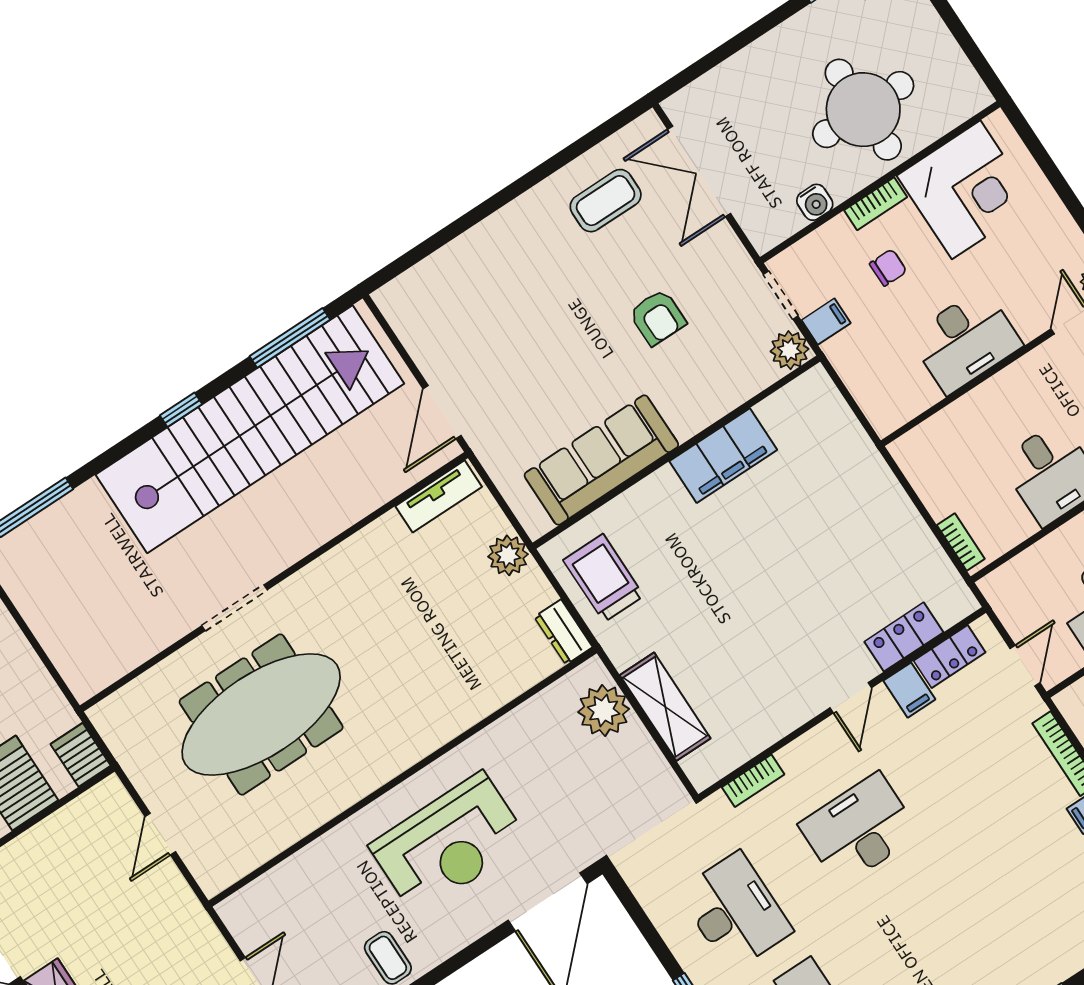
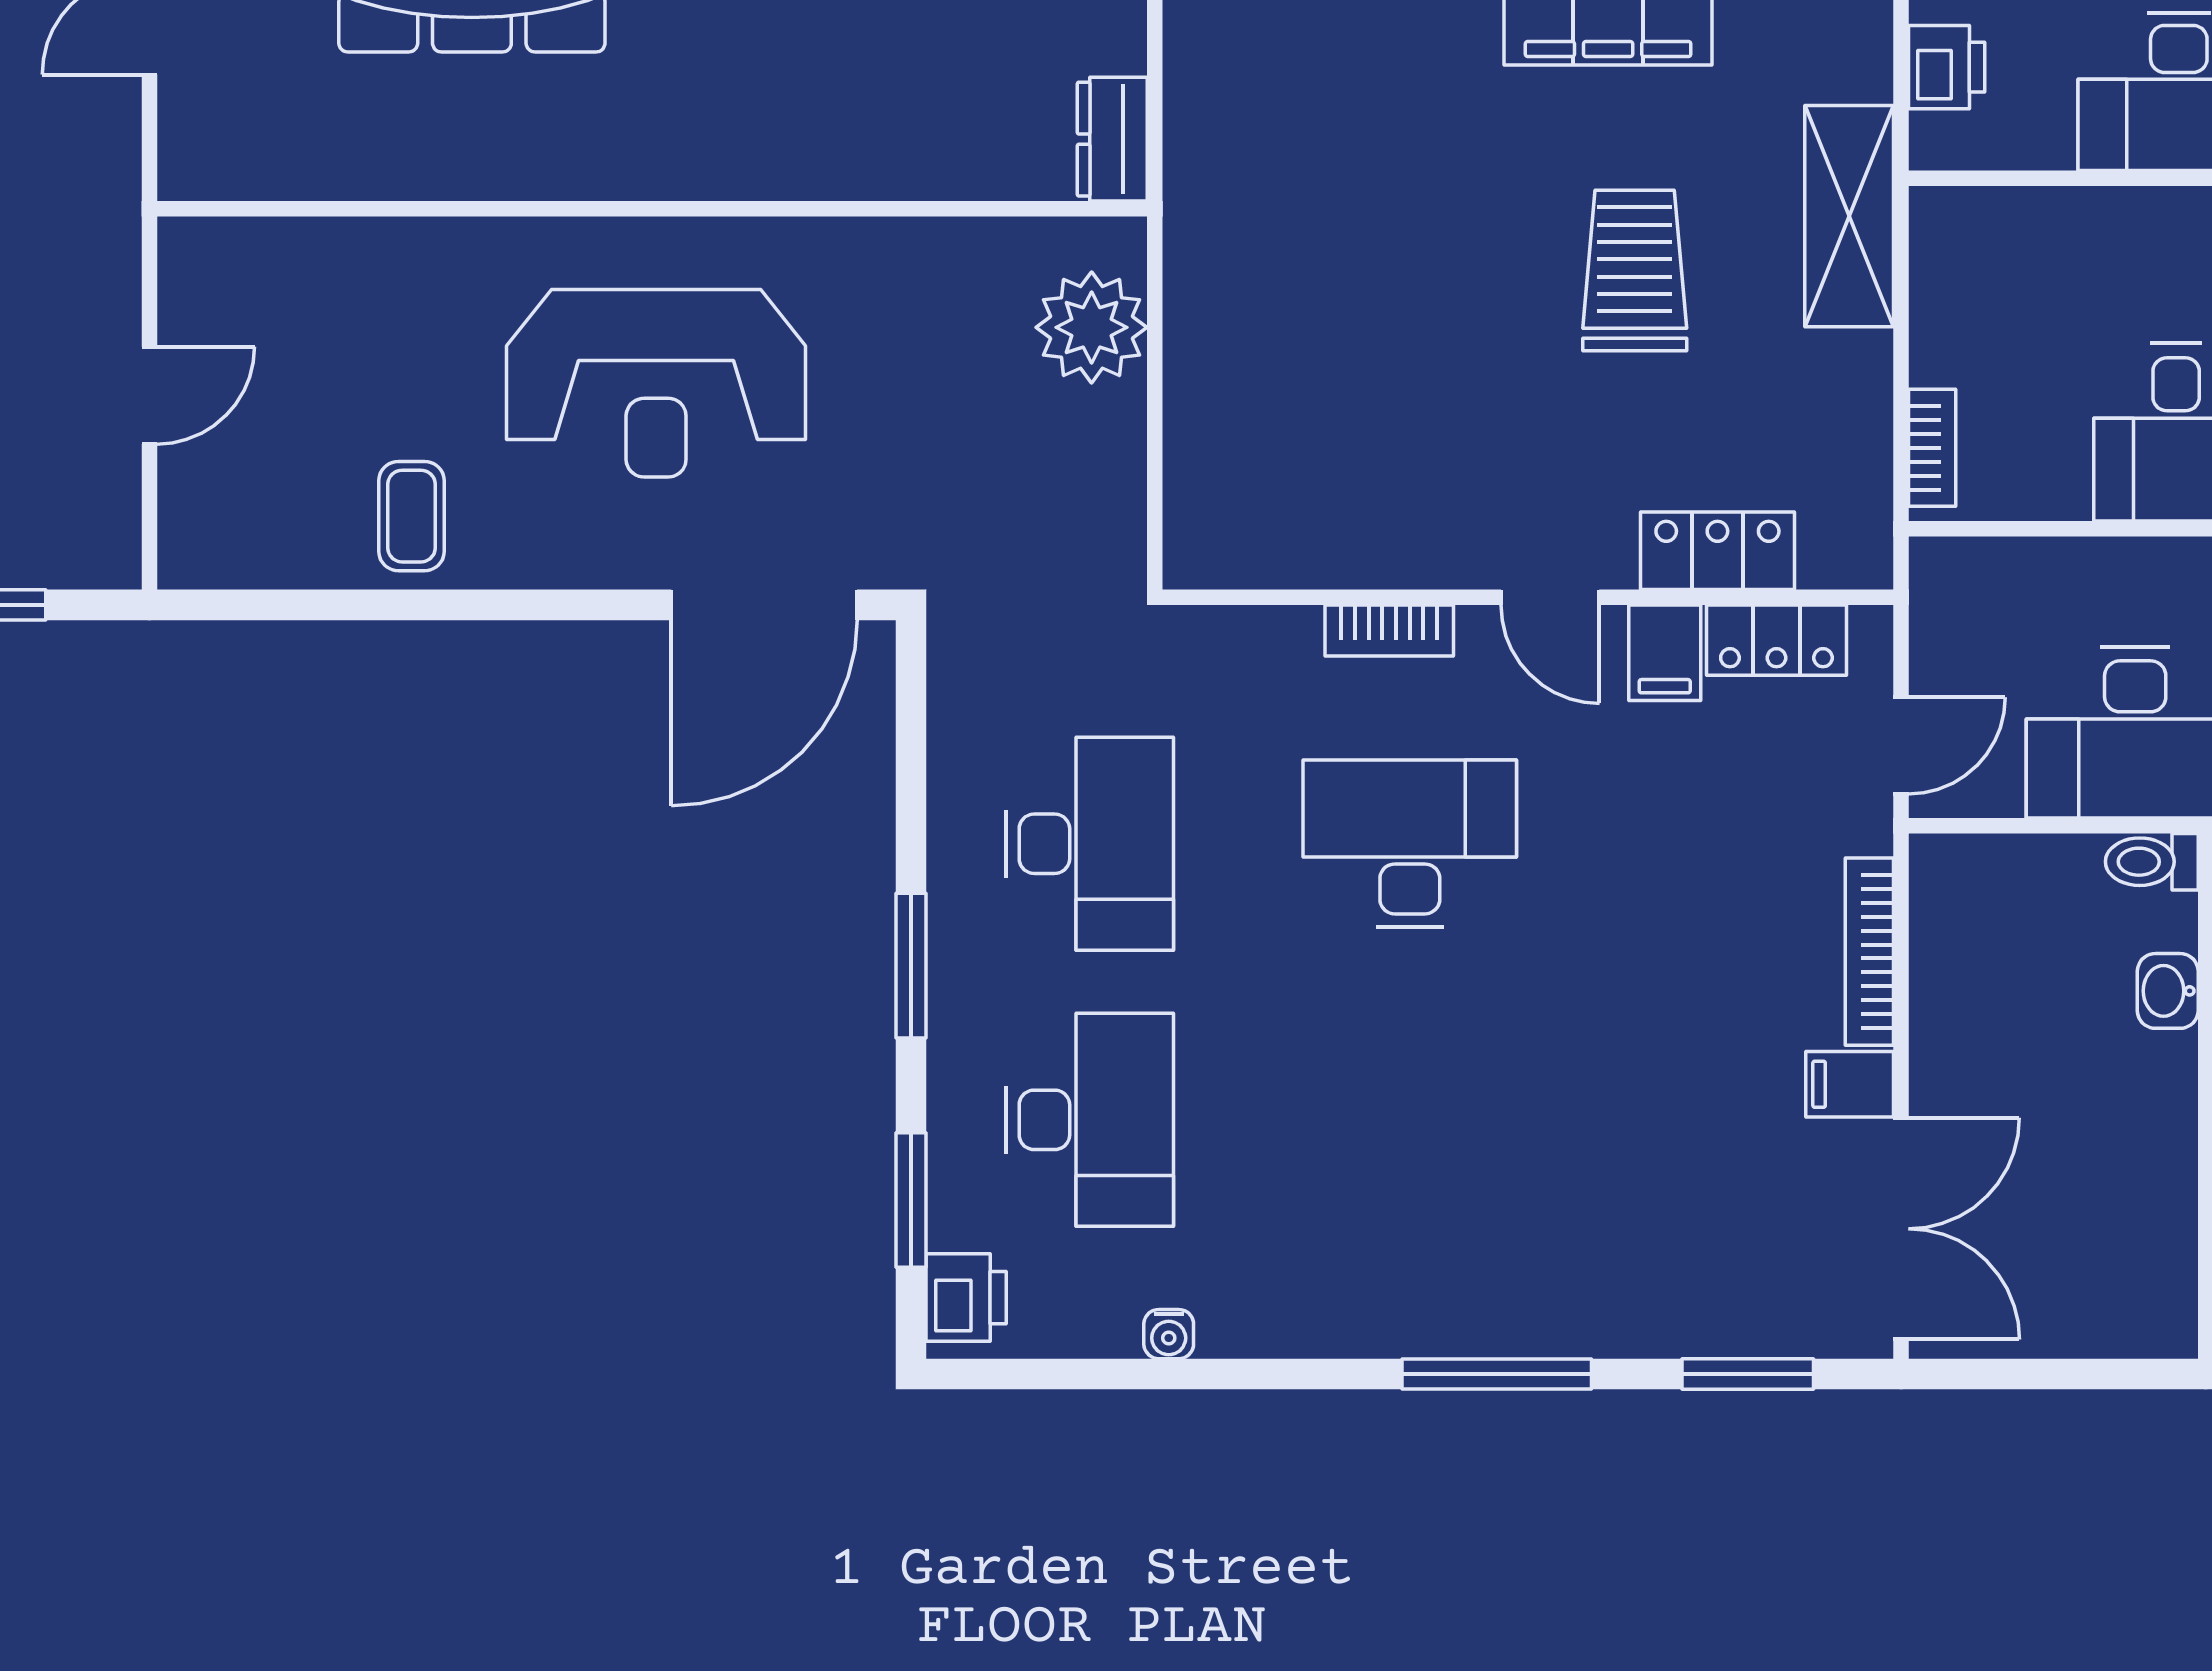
printer: (869, 391) -> (1947, 67), added
trolley: (603, 578) -> (1635, 271), moved
door: (851, 698) -> (1550, 597), hinge flipped
shelving: (665, 707) -> (1849, 216), moved
bookcase: (753, 781) -> (1389, 630), moved

